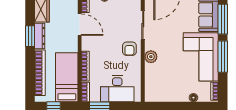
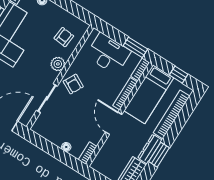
door: (80, 25) -> (114, 123), moved
armchair: (129, 49) -> (73, 84), turned 118
armchair: (159, 80) -> (64, 37), added

